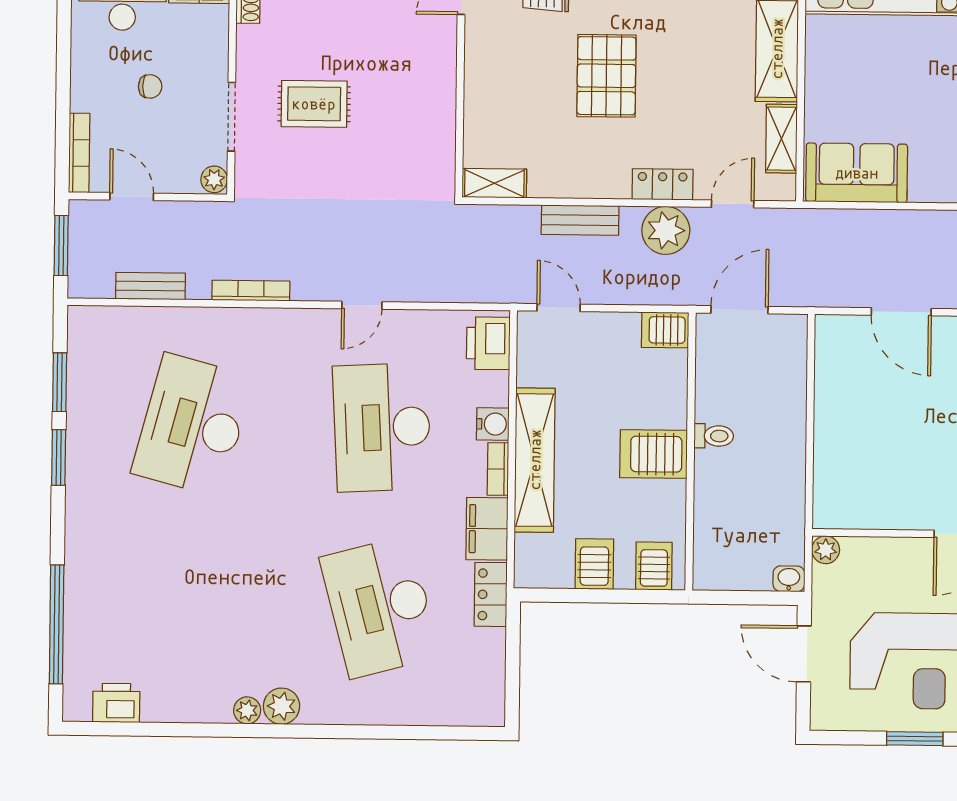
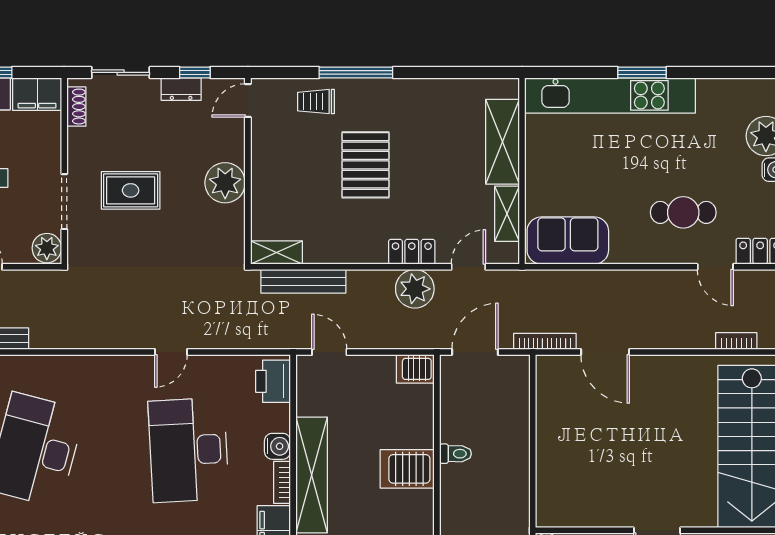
plant: (432, 96) -> (225, 183), added
plant: (214, 179) -> (47, 248), width x1.38, depth x1.38
bench: (580, 220) -> (303, 281), moved, width x1.36
bookcase: (251, 291) -> (545, 341), moved

